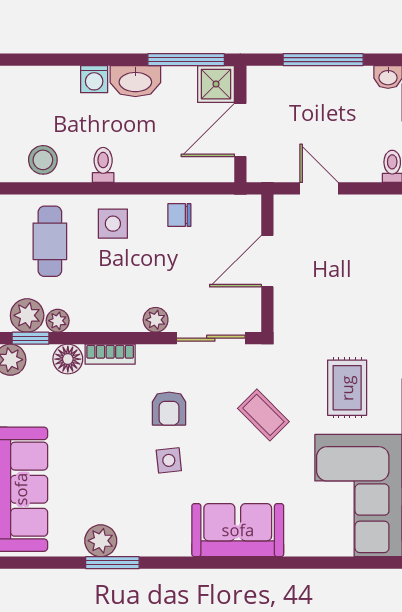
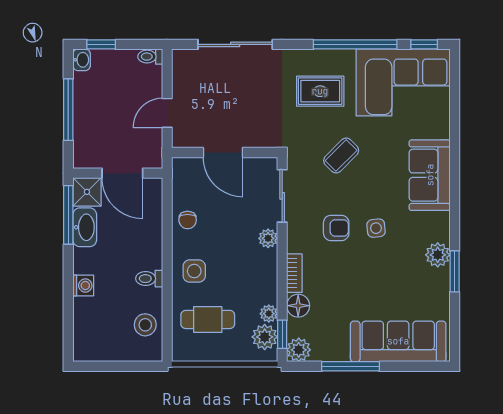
washbasin: (135, 81) -> (85, 227), moved
plant: (101, 541) -> (438, 255), moved

